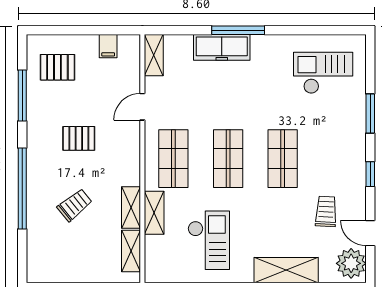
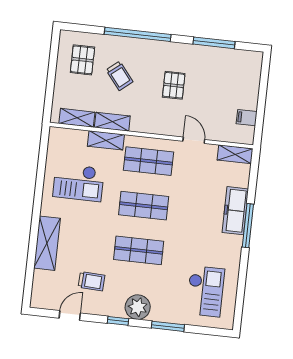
pallet: (57, 67) -> (82, 60), moved
plant: (351, 263) -> (138, 307), moved

